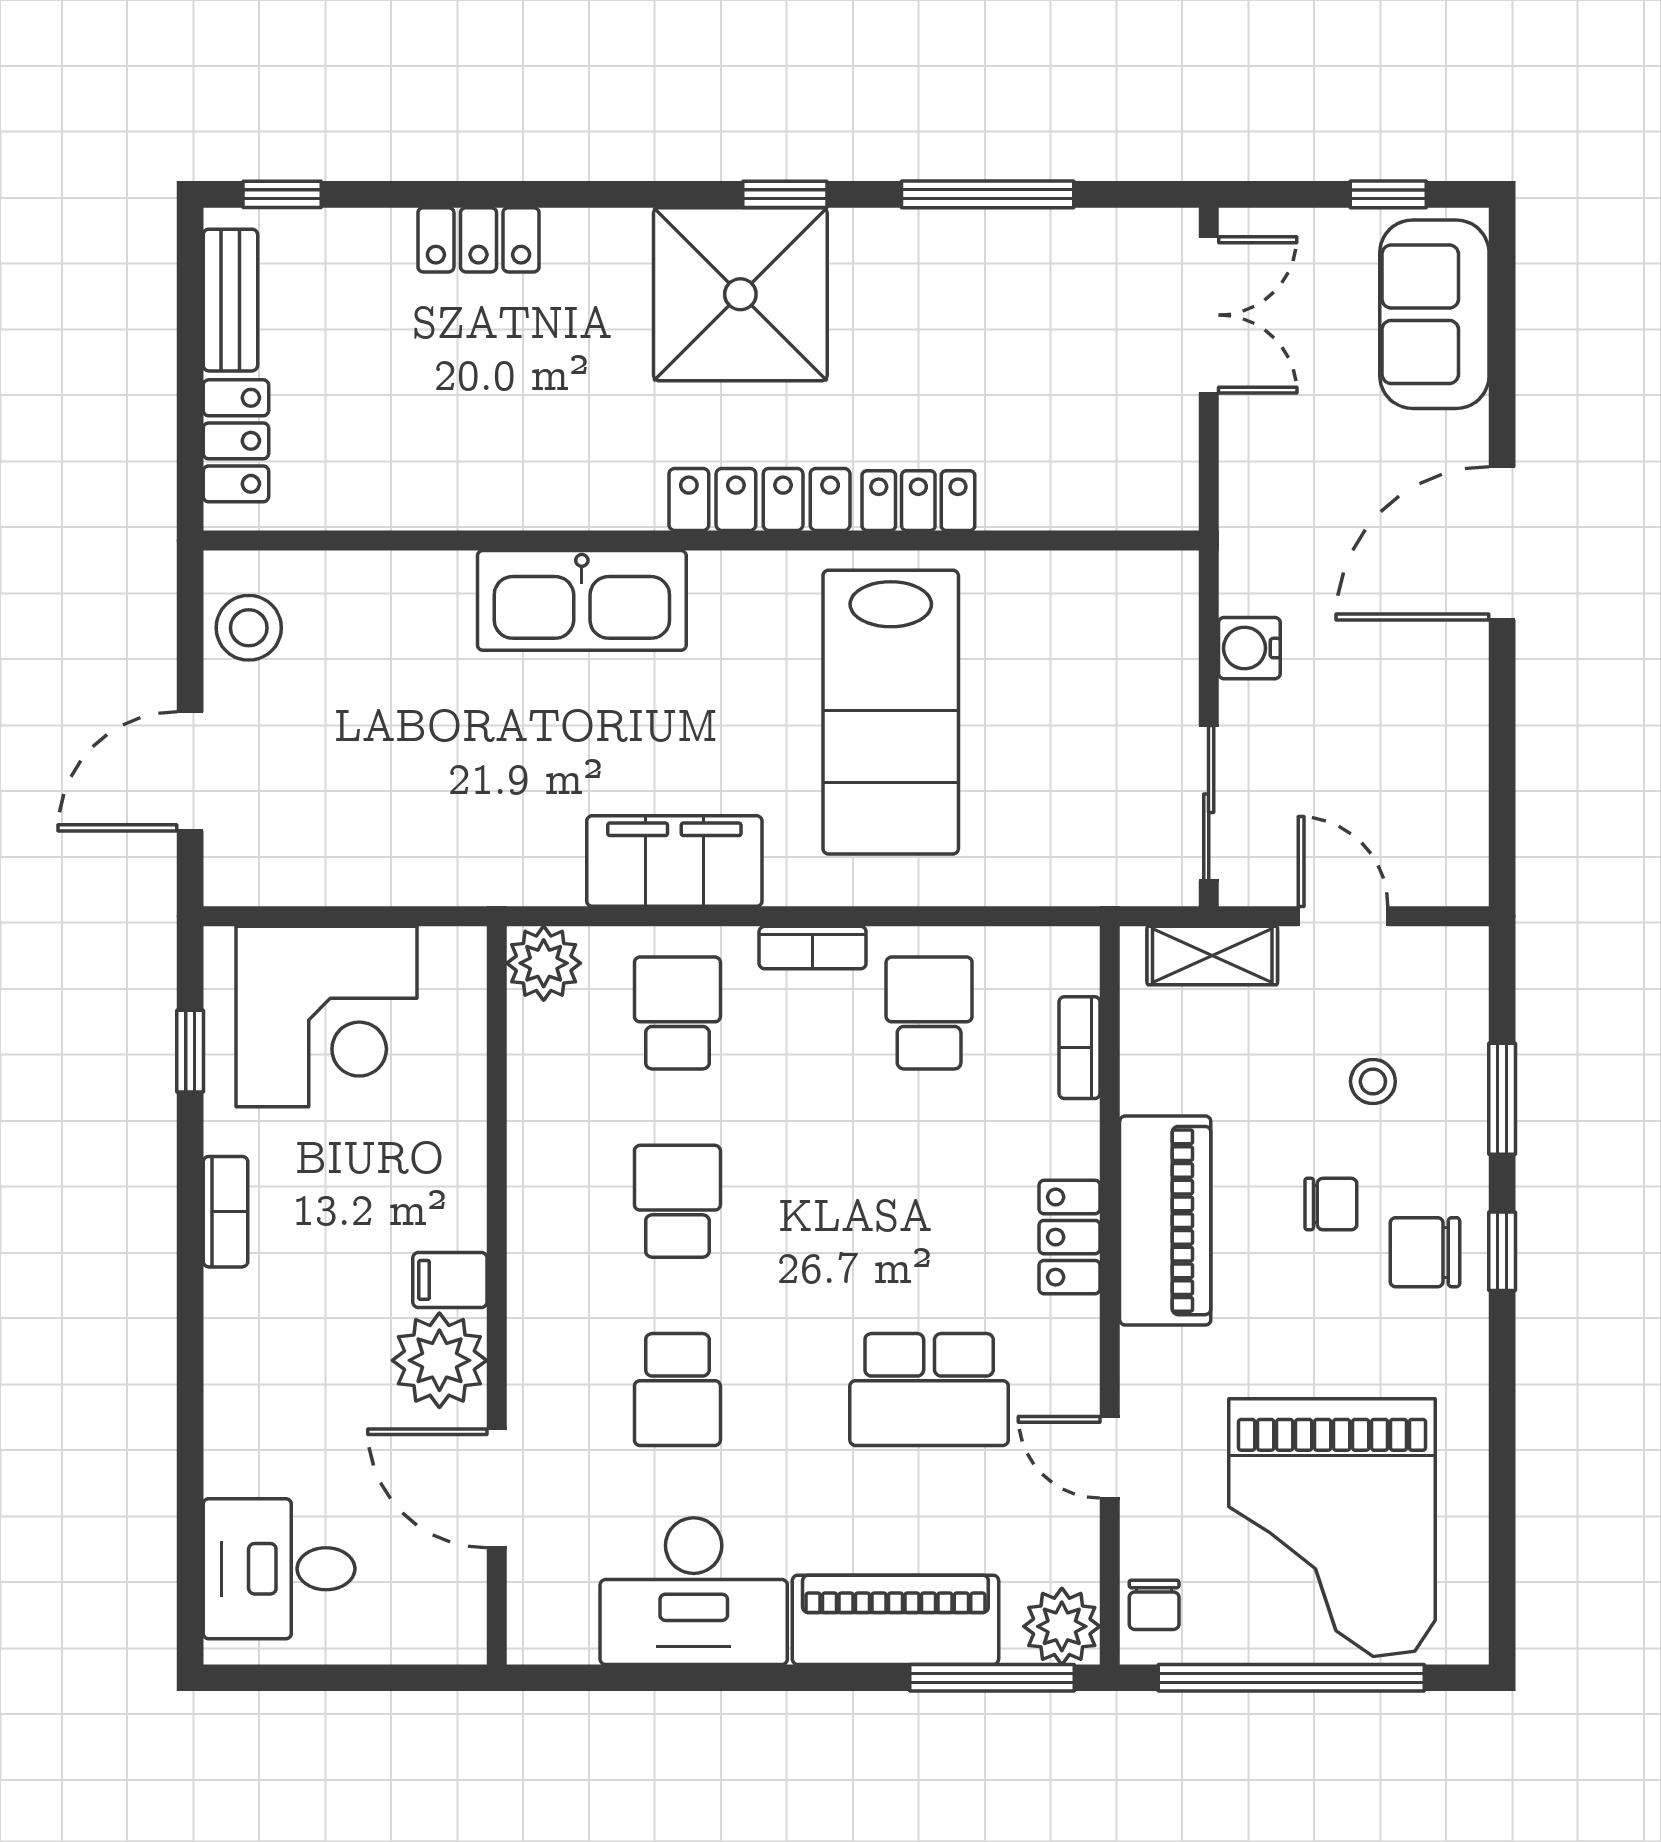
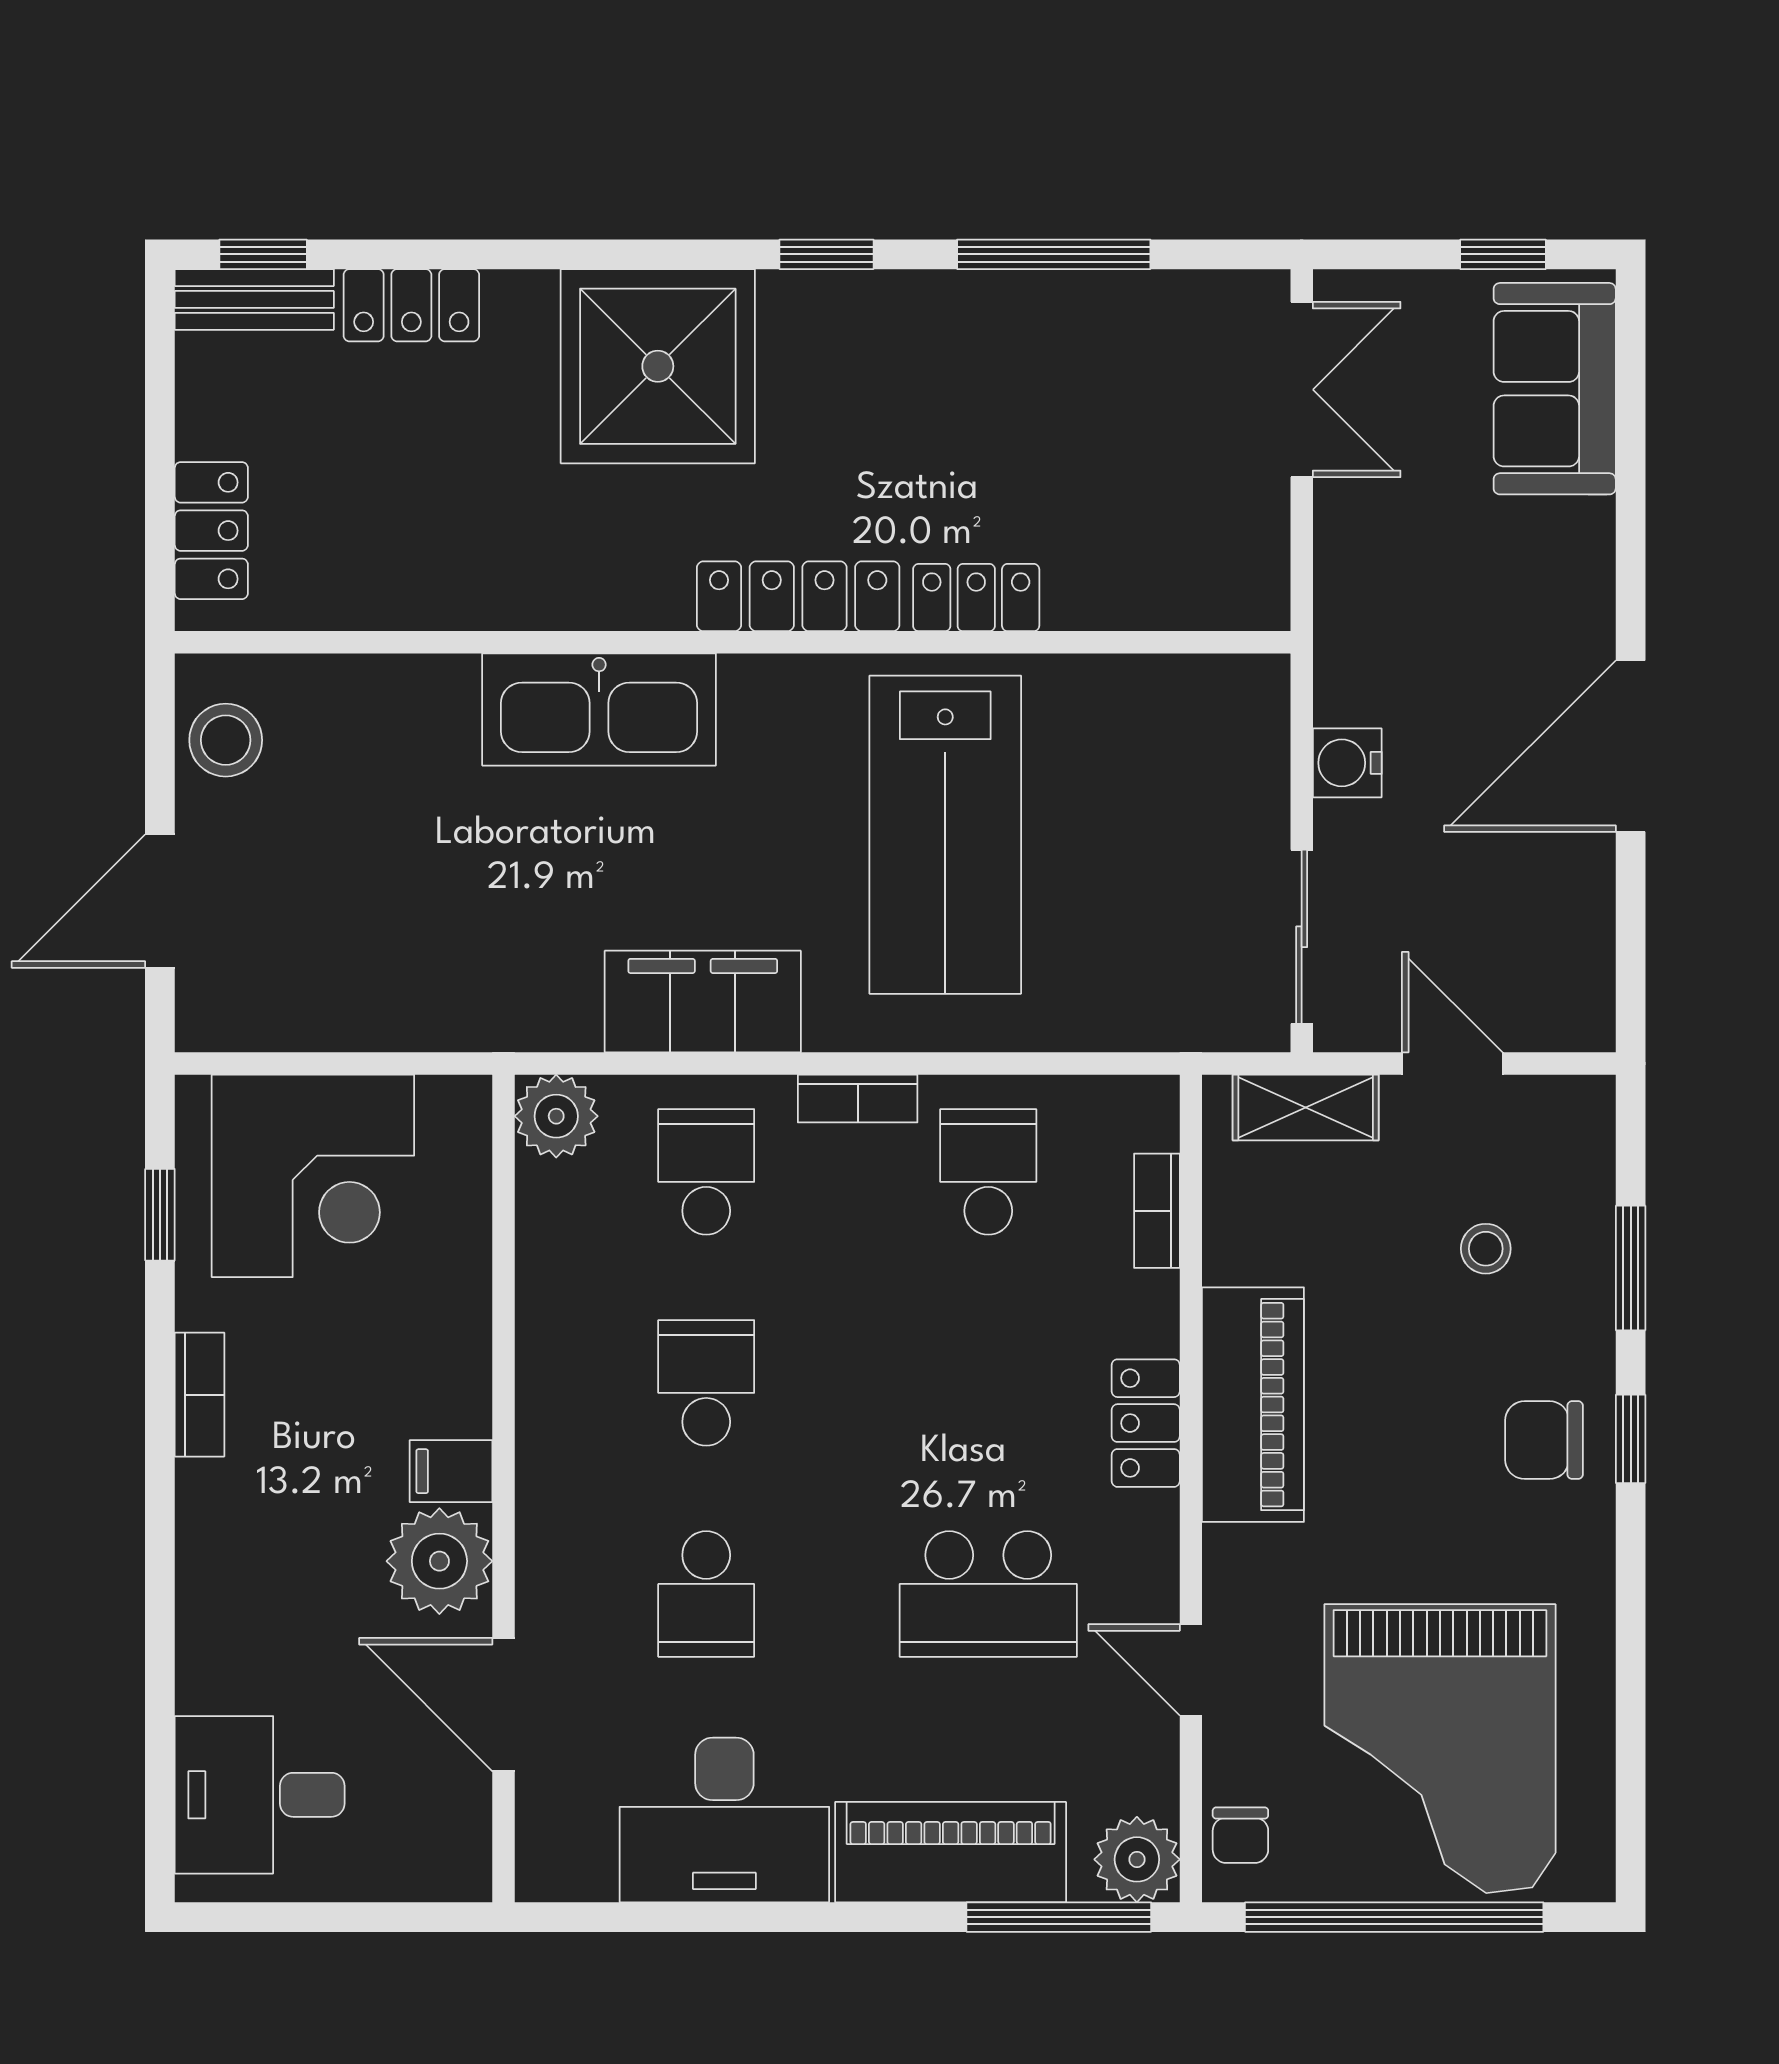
locker: (478, 240) -> (411, 305), moved
shower: (740, 294) -> (658, 366), moved
bench: (230, 300) -> (254, 299), moved, turned 90
door: (1502, 543) -> (1631, 746), moved
chair: (1331, 1204) -> (1439, 1386), removed

